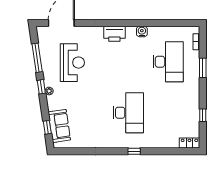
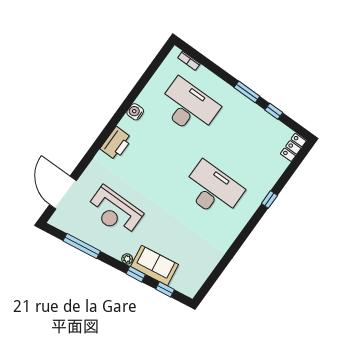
reception desk: (72, 63) -> (114, 212), turned 180
window: (203, 68) -> (247, 92), moved
window: (41, 87) -> (136, 274), moved
sofa: (59, 126) -> (154, 265), moved
window: (134, 151) -> (269, 199), moved

